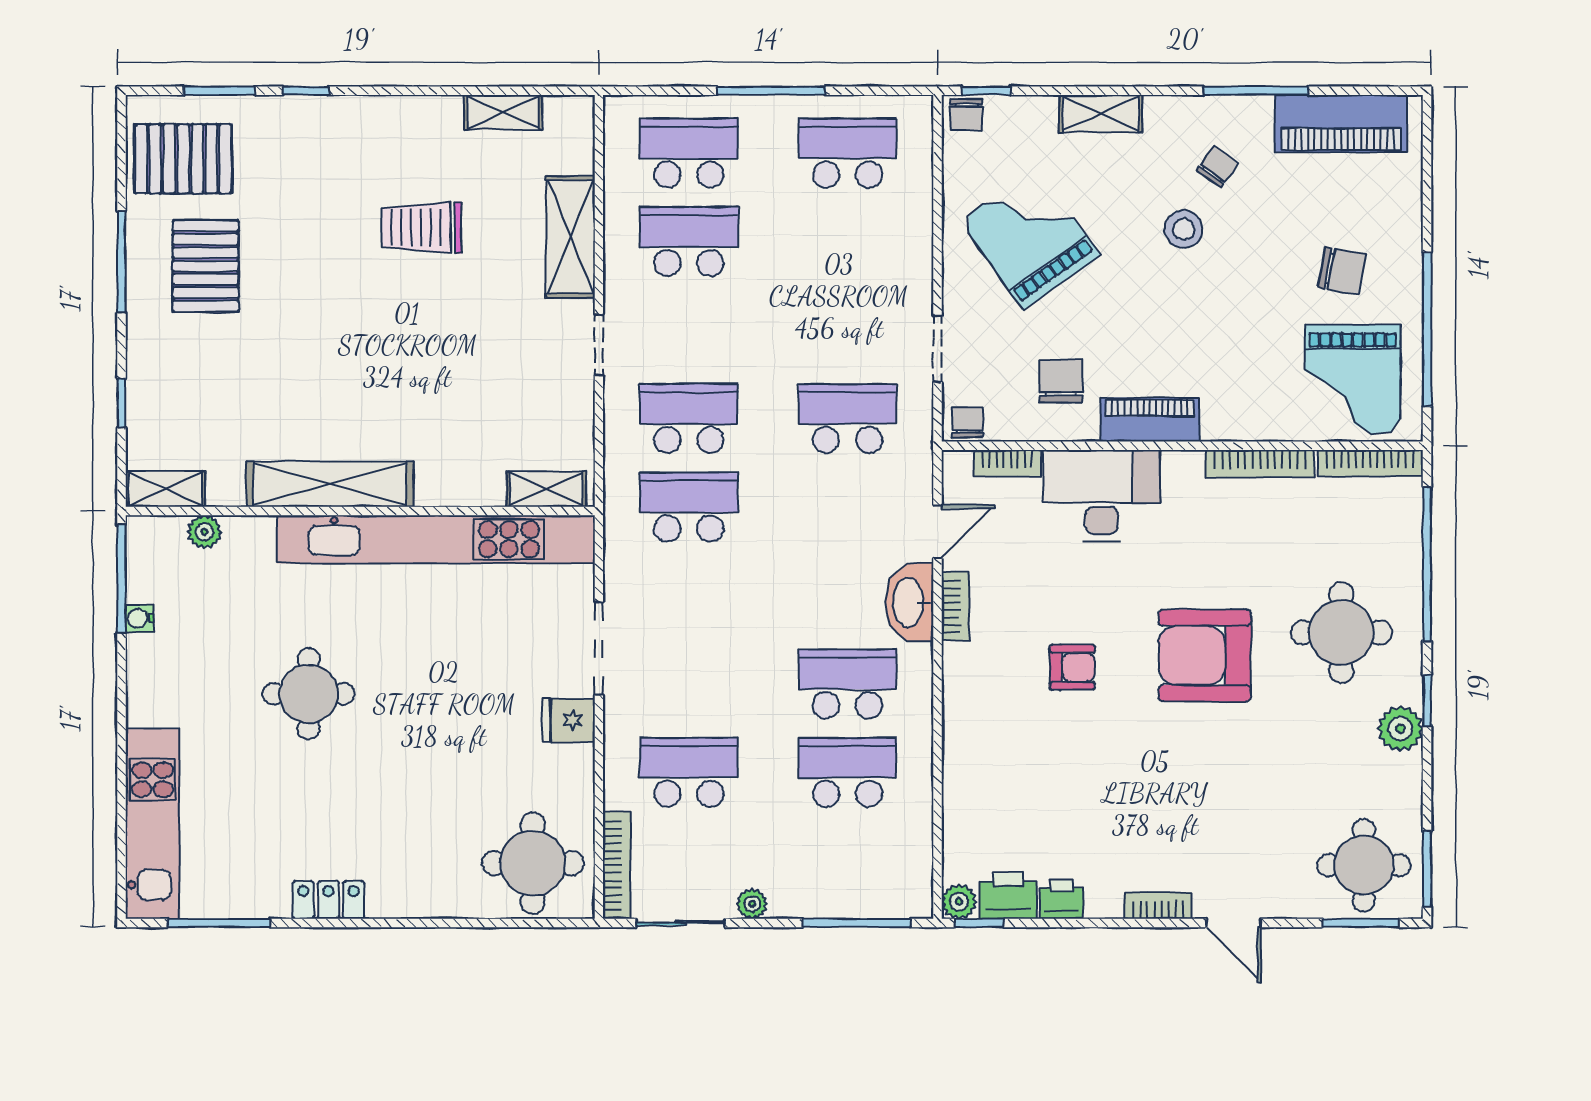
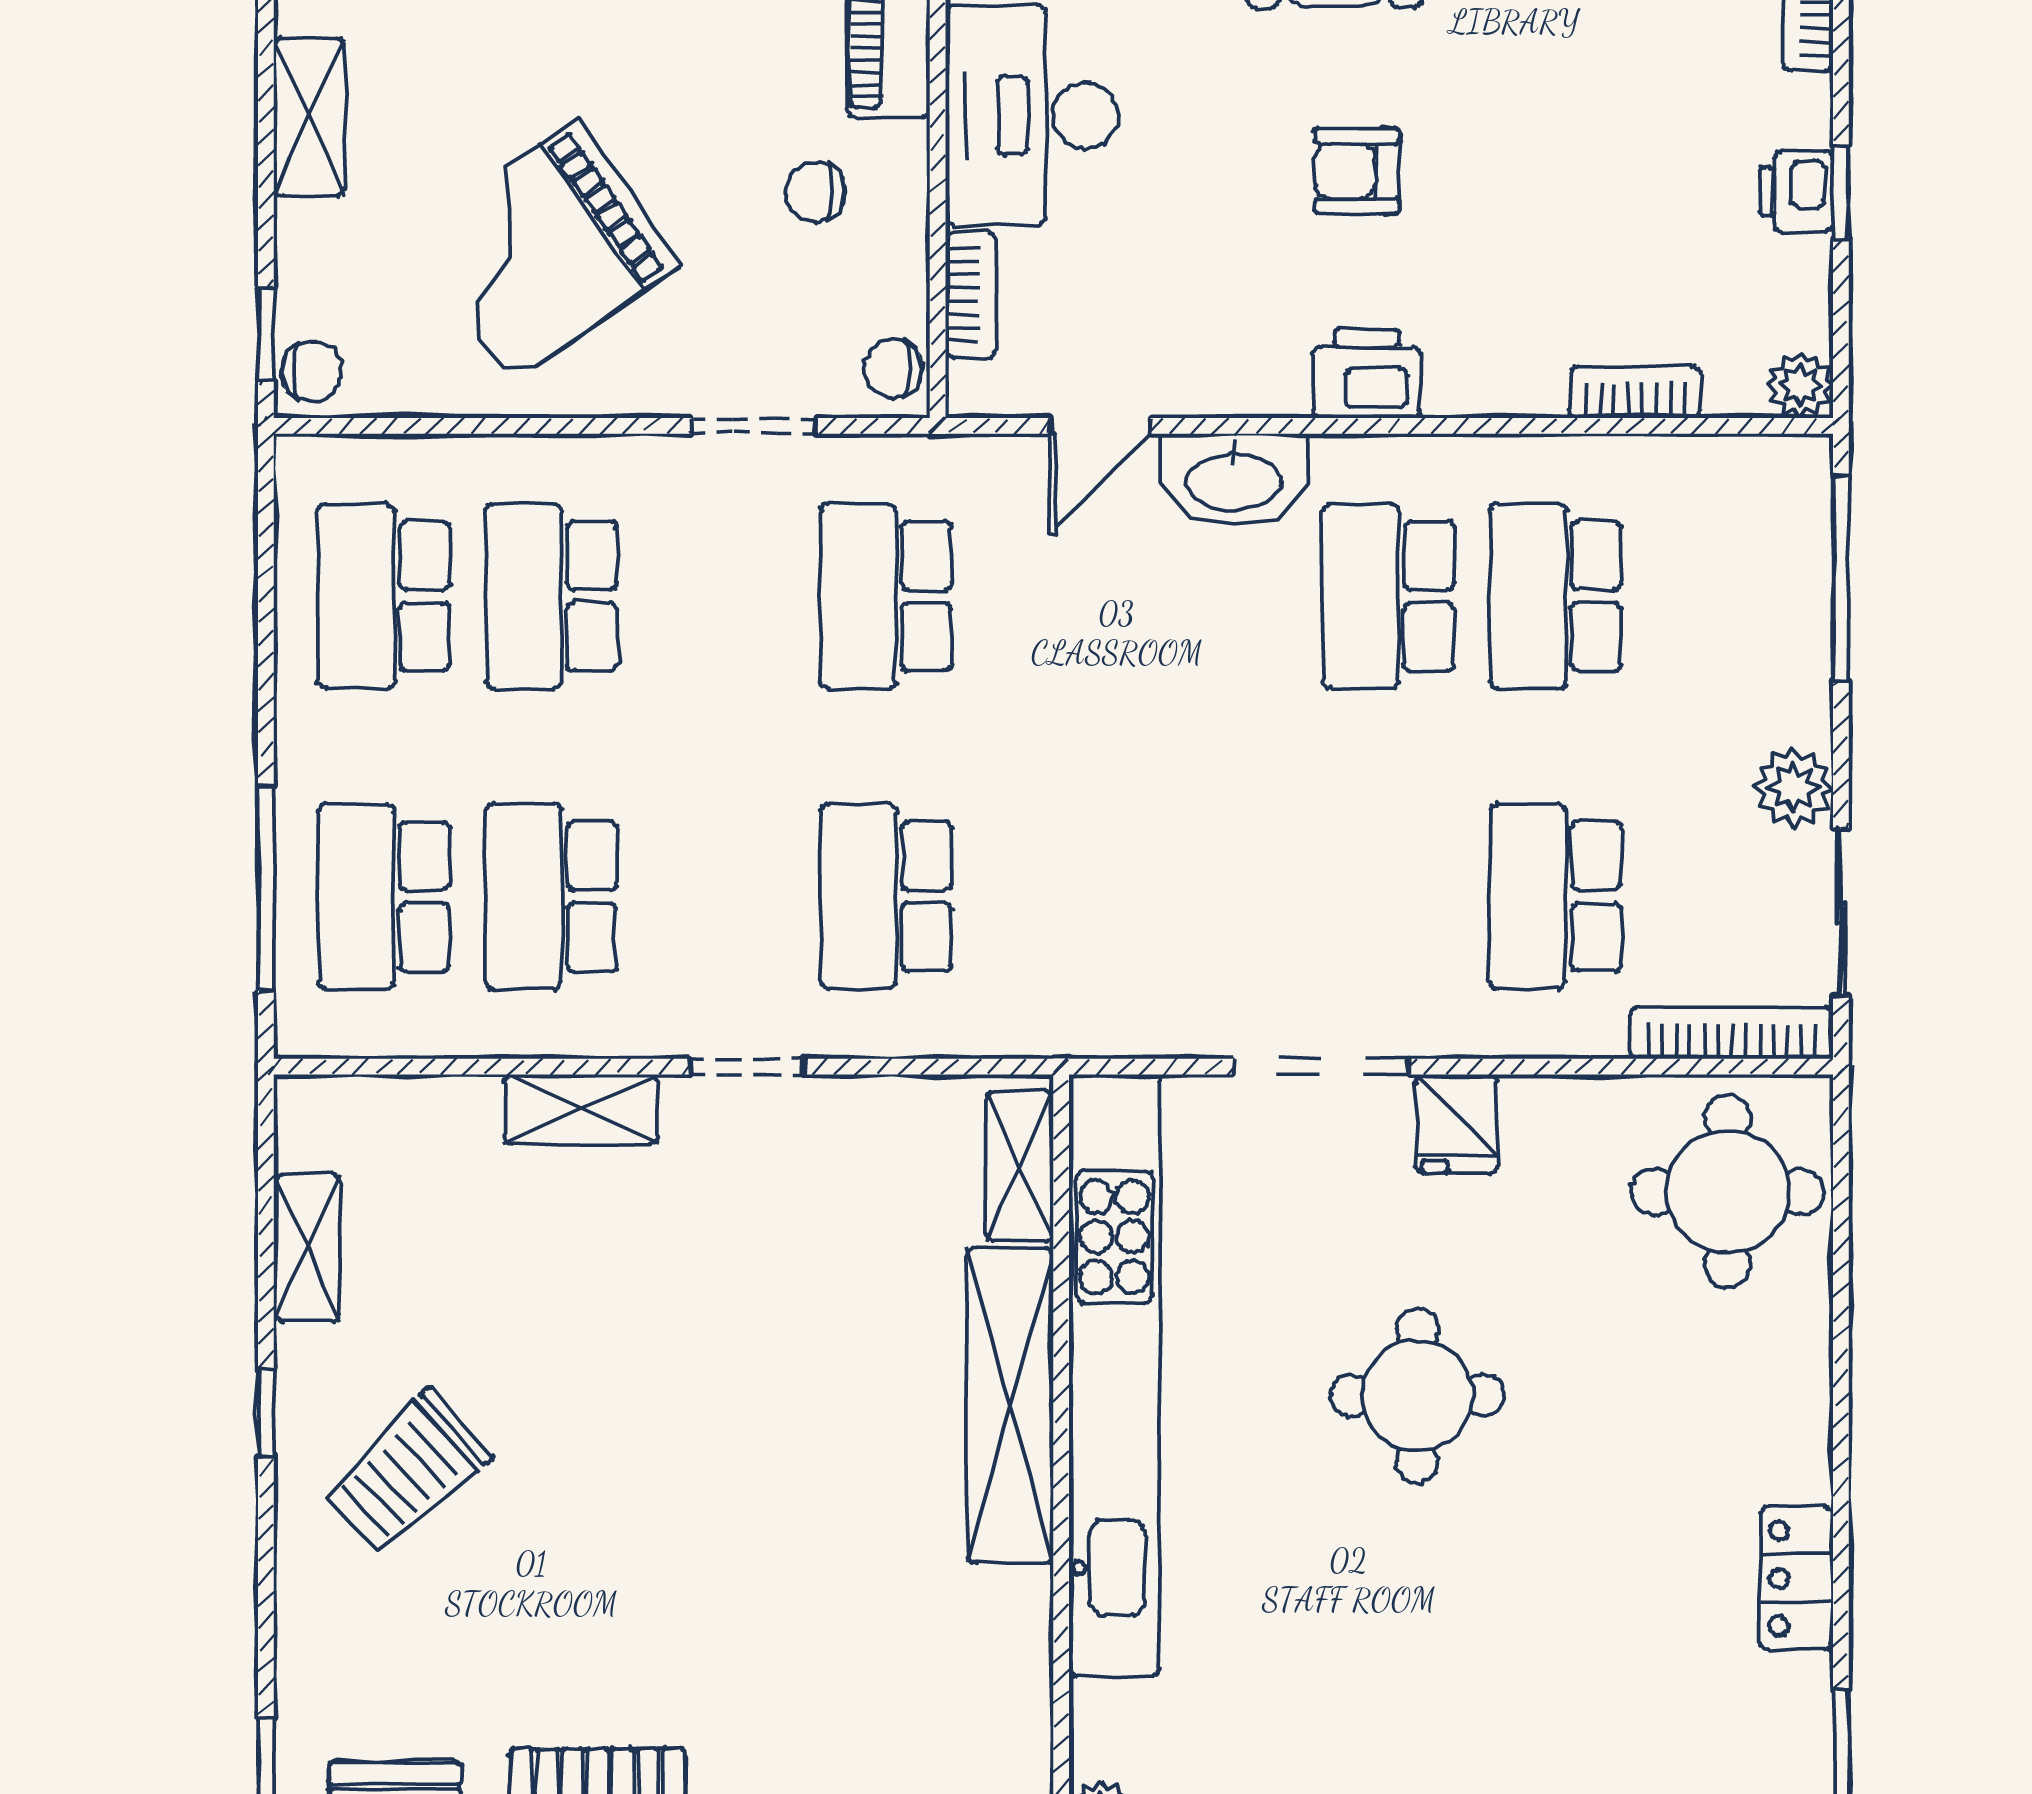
window: (306, 91) -> (266, 1412), moved
window: (771, 91) -> (266, 888), moved
trolley: (422, 228) -> (407, 1473), moved, turned 47
shelving: (570, 237) -> (581, 1109), width x0.67, depth x0.75
chair: (1061, 381) -> (815, 192), width x0.73, depth x0.73
shelving: (330, 484) -> (1010, 1405), moved
school desk: (689, 507) -> (551, 596), moved
door: (937, 532) -> (1100, 426), swing flipped
bookcase: (955, 606) -> (1635, 392), moved
armchair: (1072, 667) -> (1357, 171), turned -90
round table: (309, 694) -> (1417, 1396), moved
printer: (1008, 895) -> (1367, 374), moved, turned 90
plant: (752, 904) -> (1794, 787), width x1.38, depth x1.38
window: (979, 923) -> (1841, 192), moved

